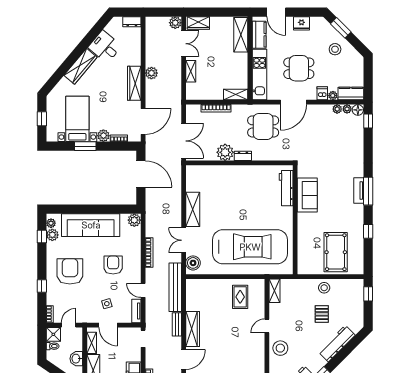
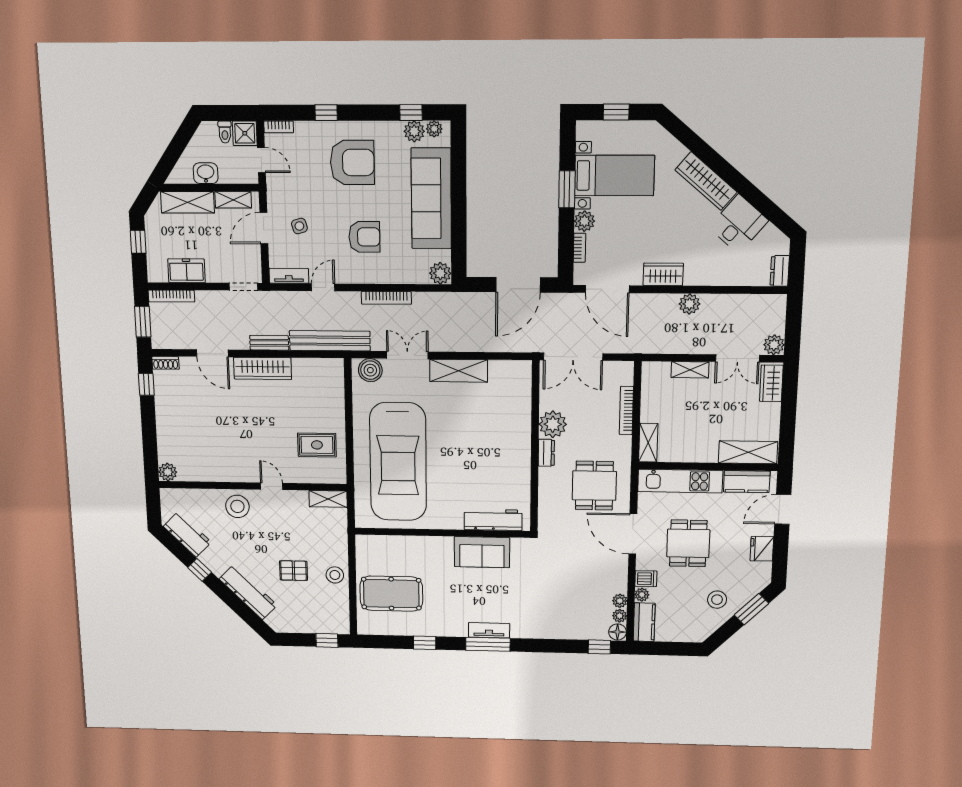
wardrobe: (134, 83) -> (663, 274), width x0.67

